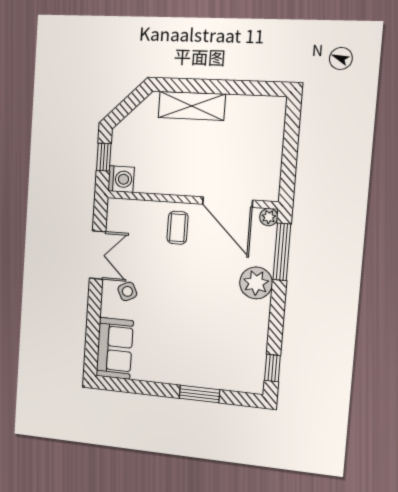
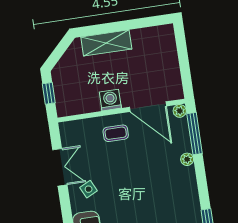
washing machine: (121, 179) -> (110, 100), moved, turned -90
coffee table: (178, 228) -> (116, 133), turned 90
plant: (256, 283) -> (187, 159), width x0.53, depth x0.53

